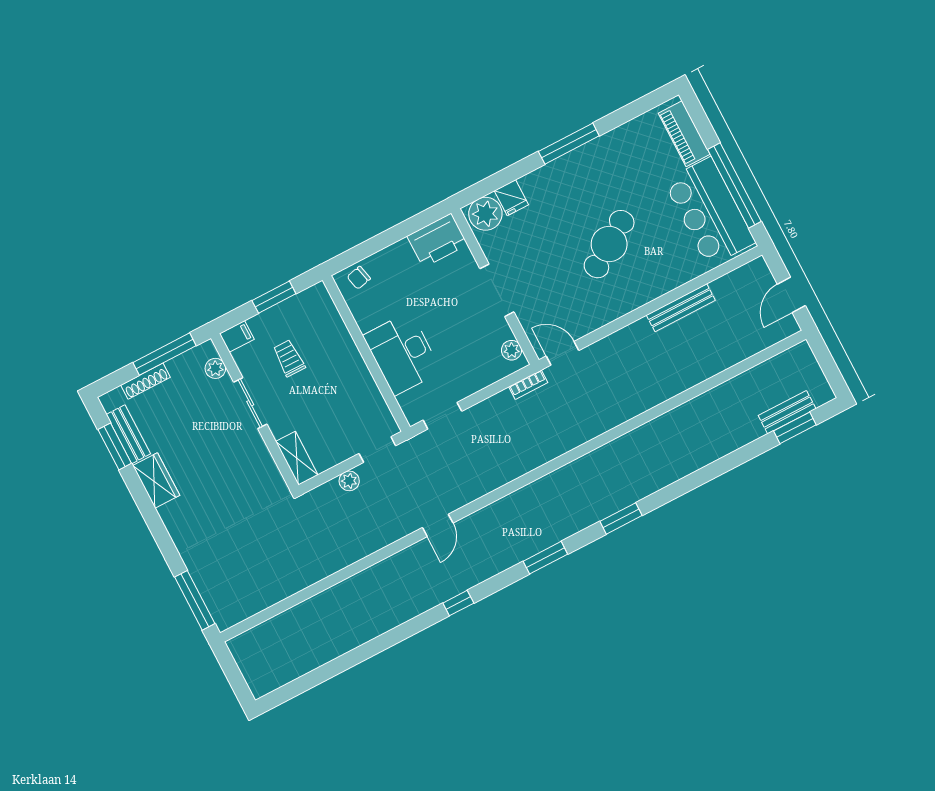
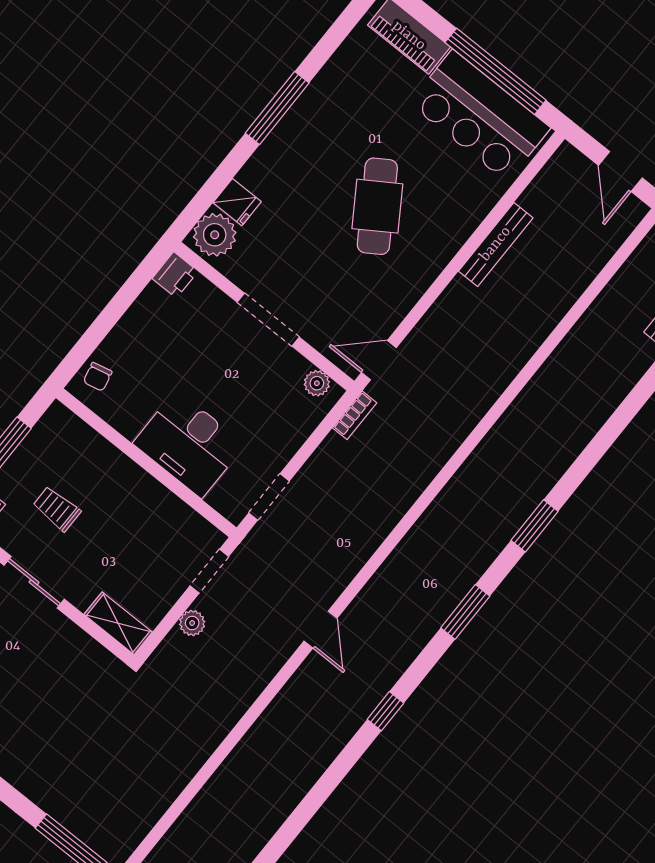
printer: (437, 240) -> (175, 275), width x0.53, depth x0.68

